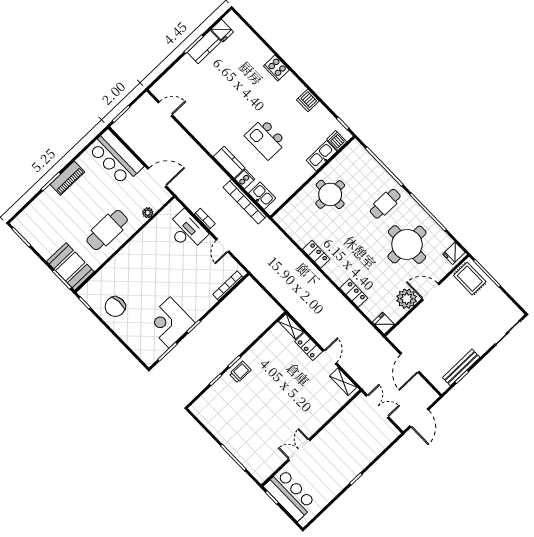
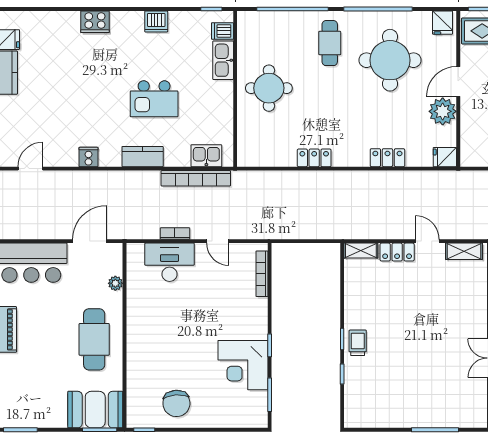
cooker: (245, 179) -> (88, 157), moved

